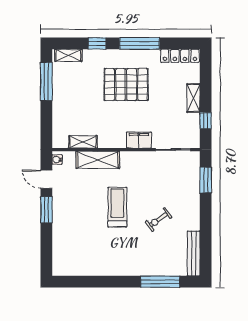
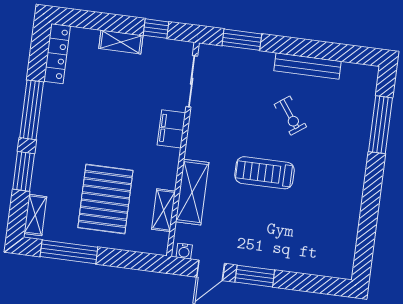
window: (97, 43) -> (24, 171), width x1.50
pallet: (126, 85) -> (105, 199), moved
bench: (194, 254) -> (307, 66), moved

